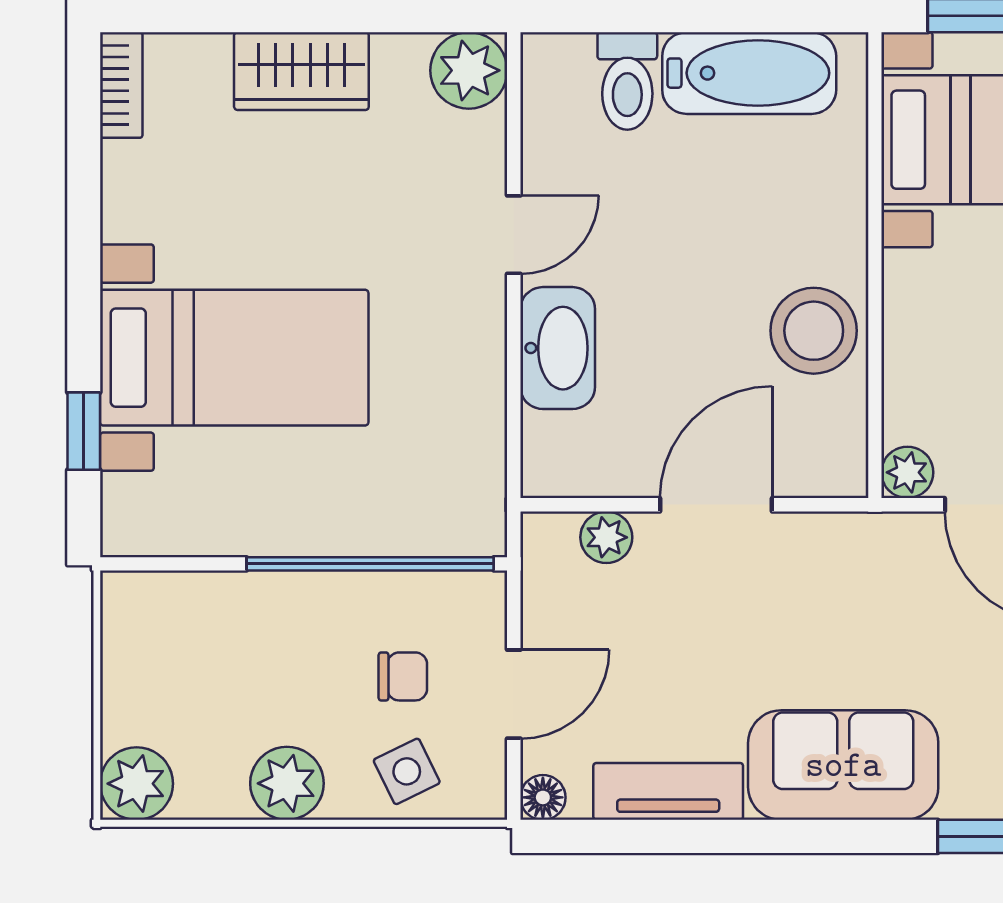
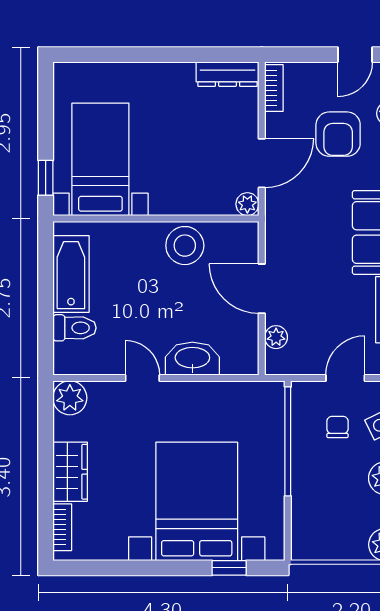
bookcase: (121, 85) -> (62, 527), moved, turned 90
bed with nightstands: (234, 358) -> (197, 501), width x1.36
door: (514, 694) -> (345, 378), hinge flipped

